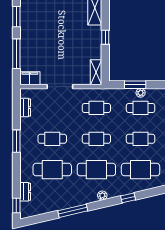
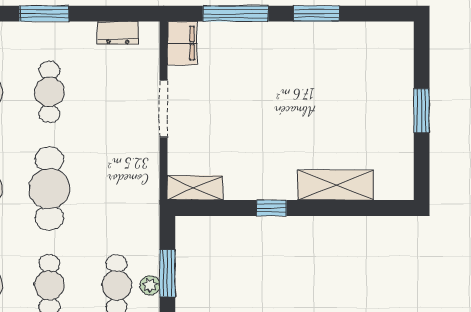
cafe table: (96, 108) -> (117, 189), removed
cafe table: (96, 139) -> (49, 189), width x1.37, depth x1.35

